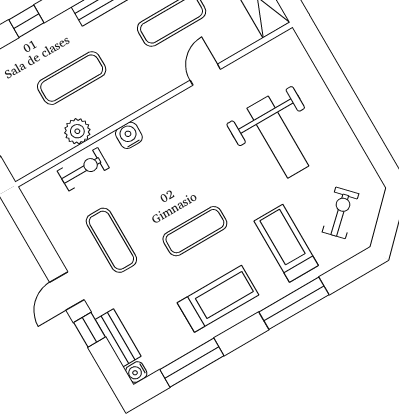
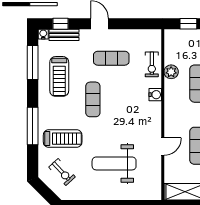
door: (205, 75) -> (163, 147), hinge flipped
treadmill: (218, 299) -> (59, 76), moved
window: (89, 330) -> (61, 24), moved

